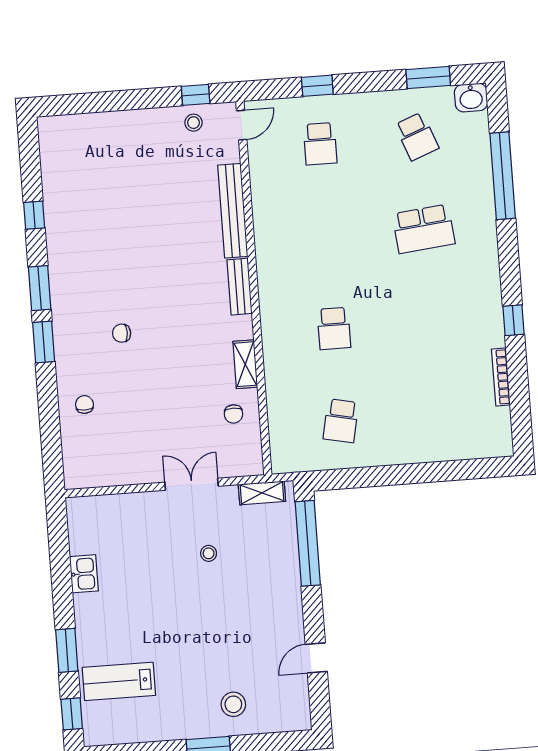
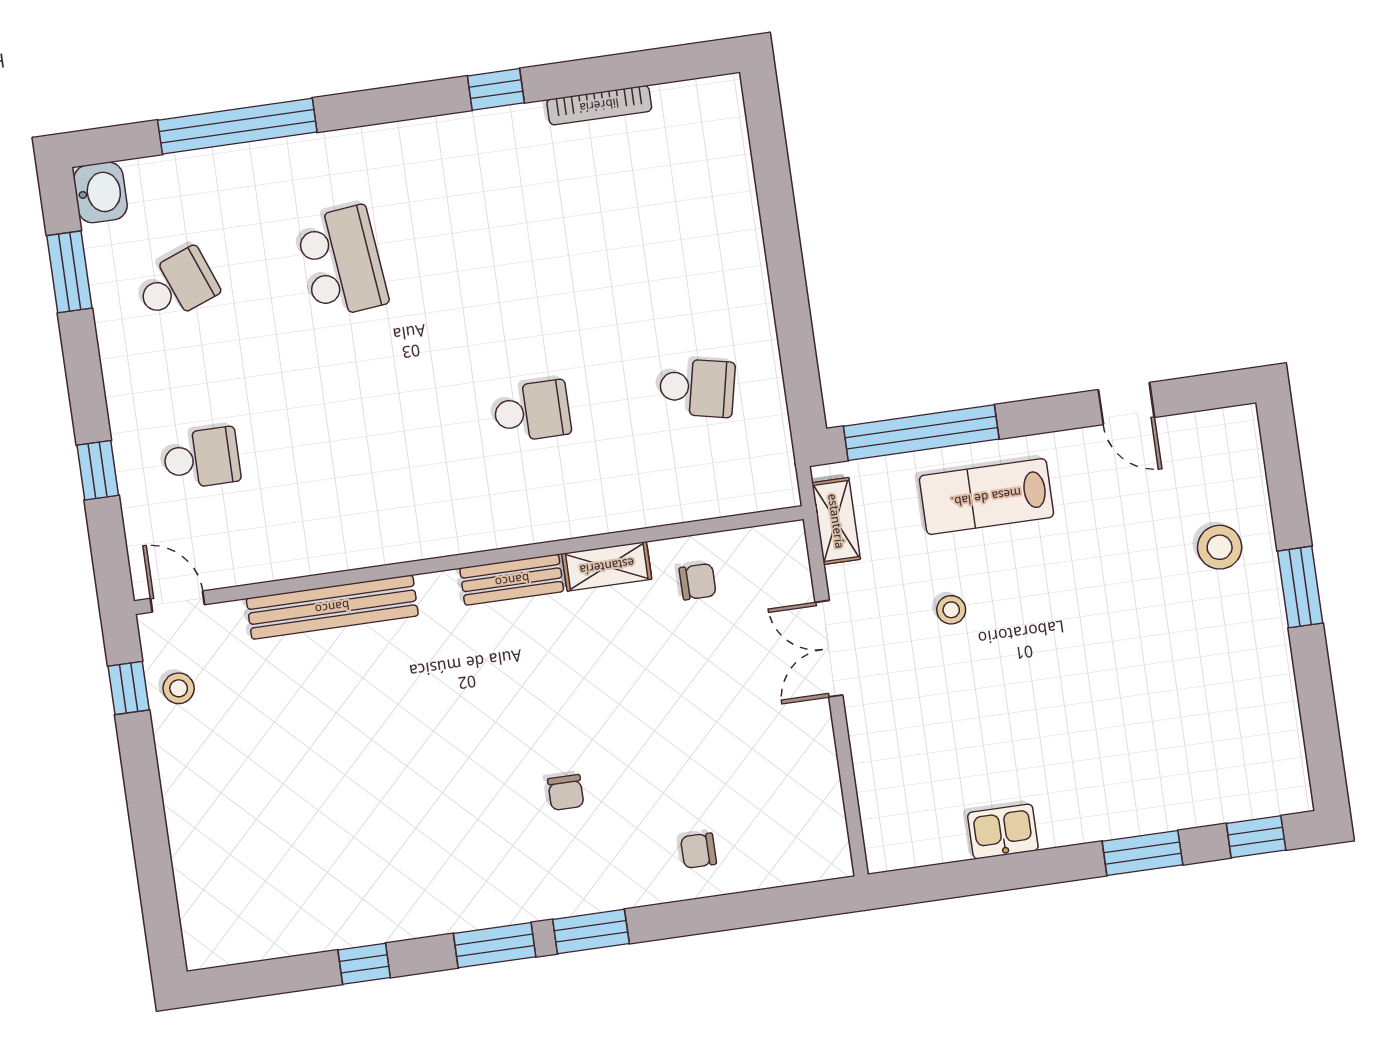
bench: (240, 287) -> (512, 580), moved
lab bench: (119, 681) -> (986, 497), moved, turned 90

